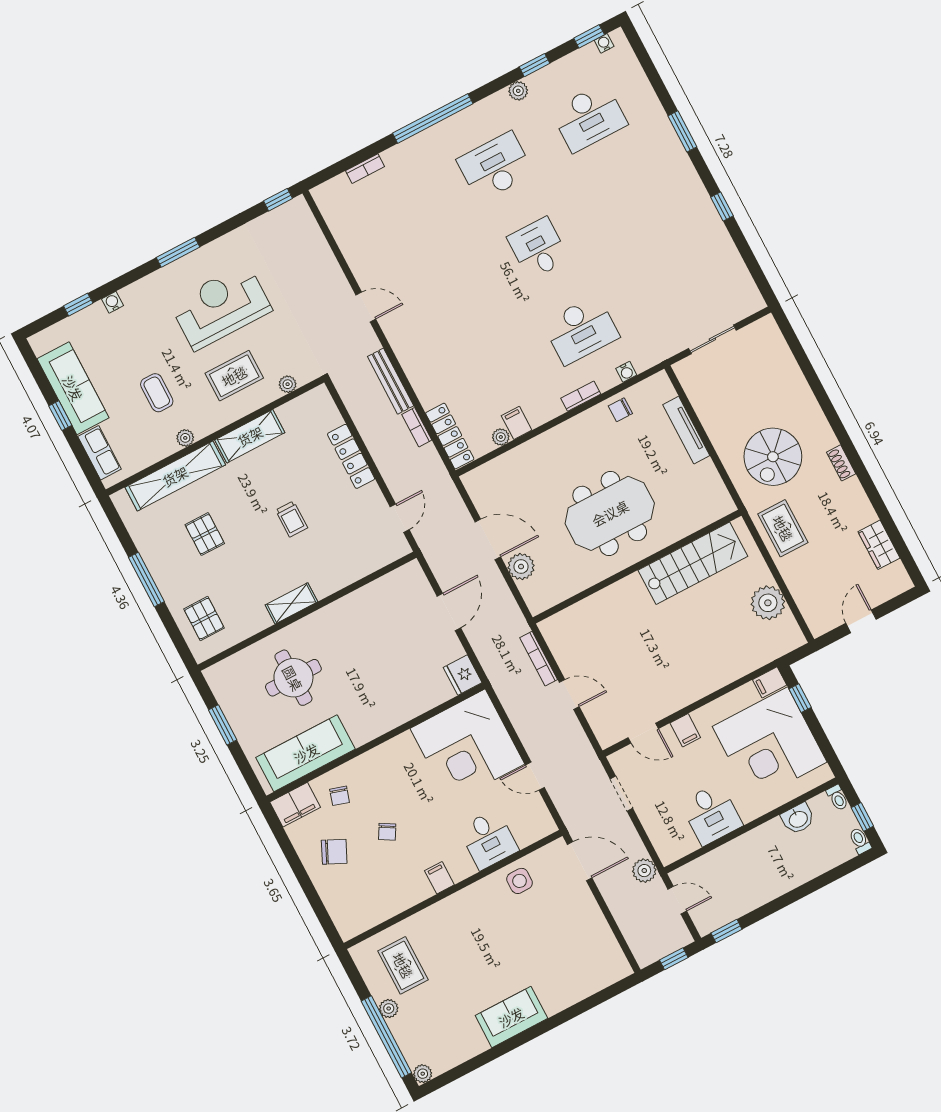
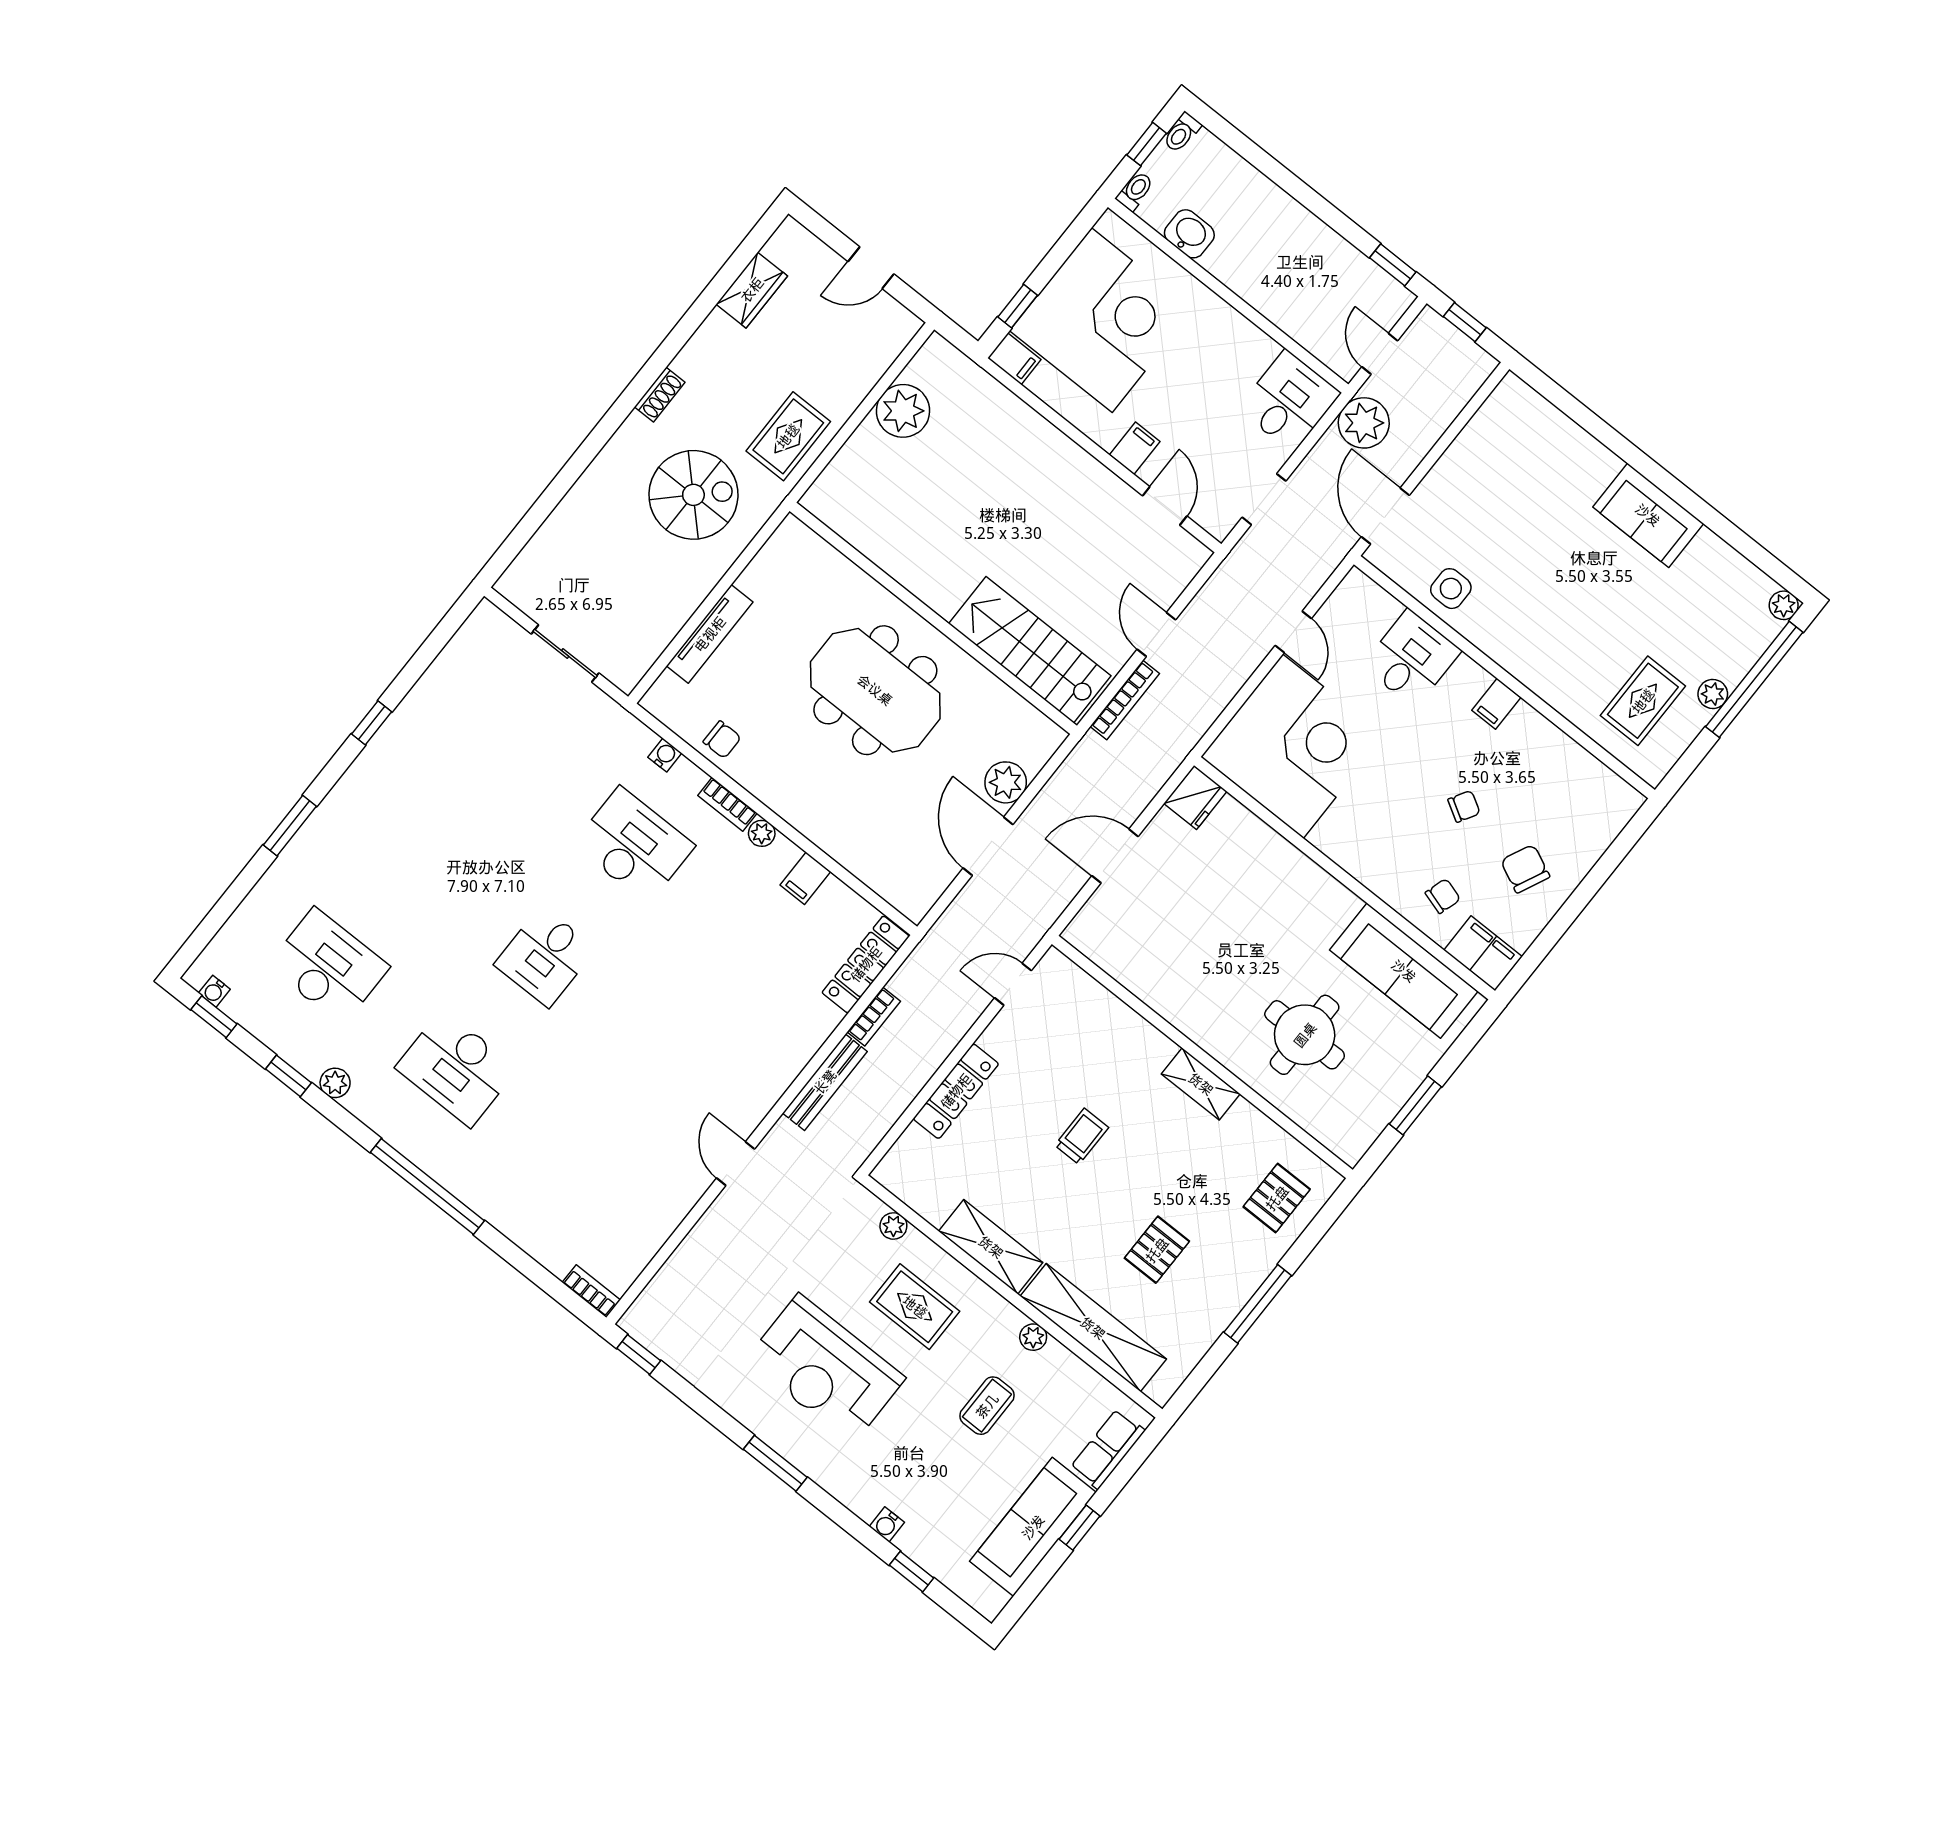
bookcase: (365, 169) -> (591, 1291), moved
plant: (501, 437) -> (762, 833), moved
stairs: (693, 563) -> (1030, 650), moved
desk: (711, 814) -> (1289, 401), moved
plant: (644, 871) -> (1364, 423), width x1.36, depth x1.36

